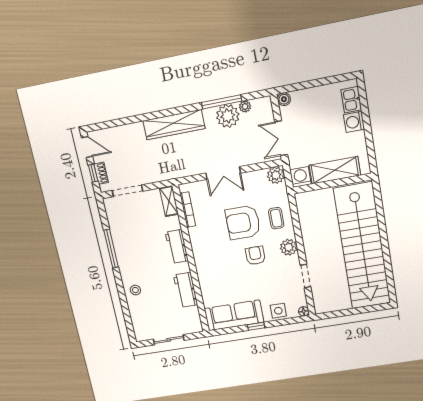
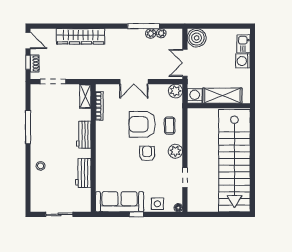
boiler: (284, 99) -> (197, 38), width x1.86, depth x1.86
plant: (228, 116) -> (151, 33), width x0.53, depth x0.53
wardrobe: (174, 125) -> (81, 36), moved

